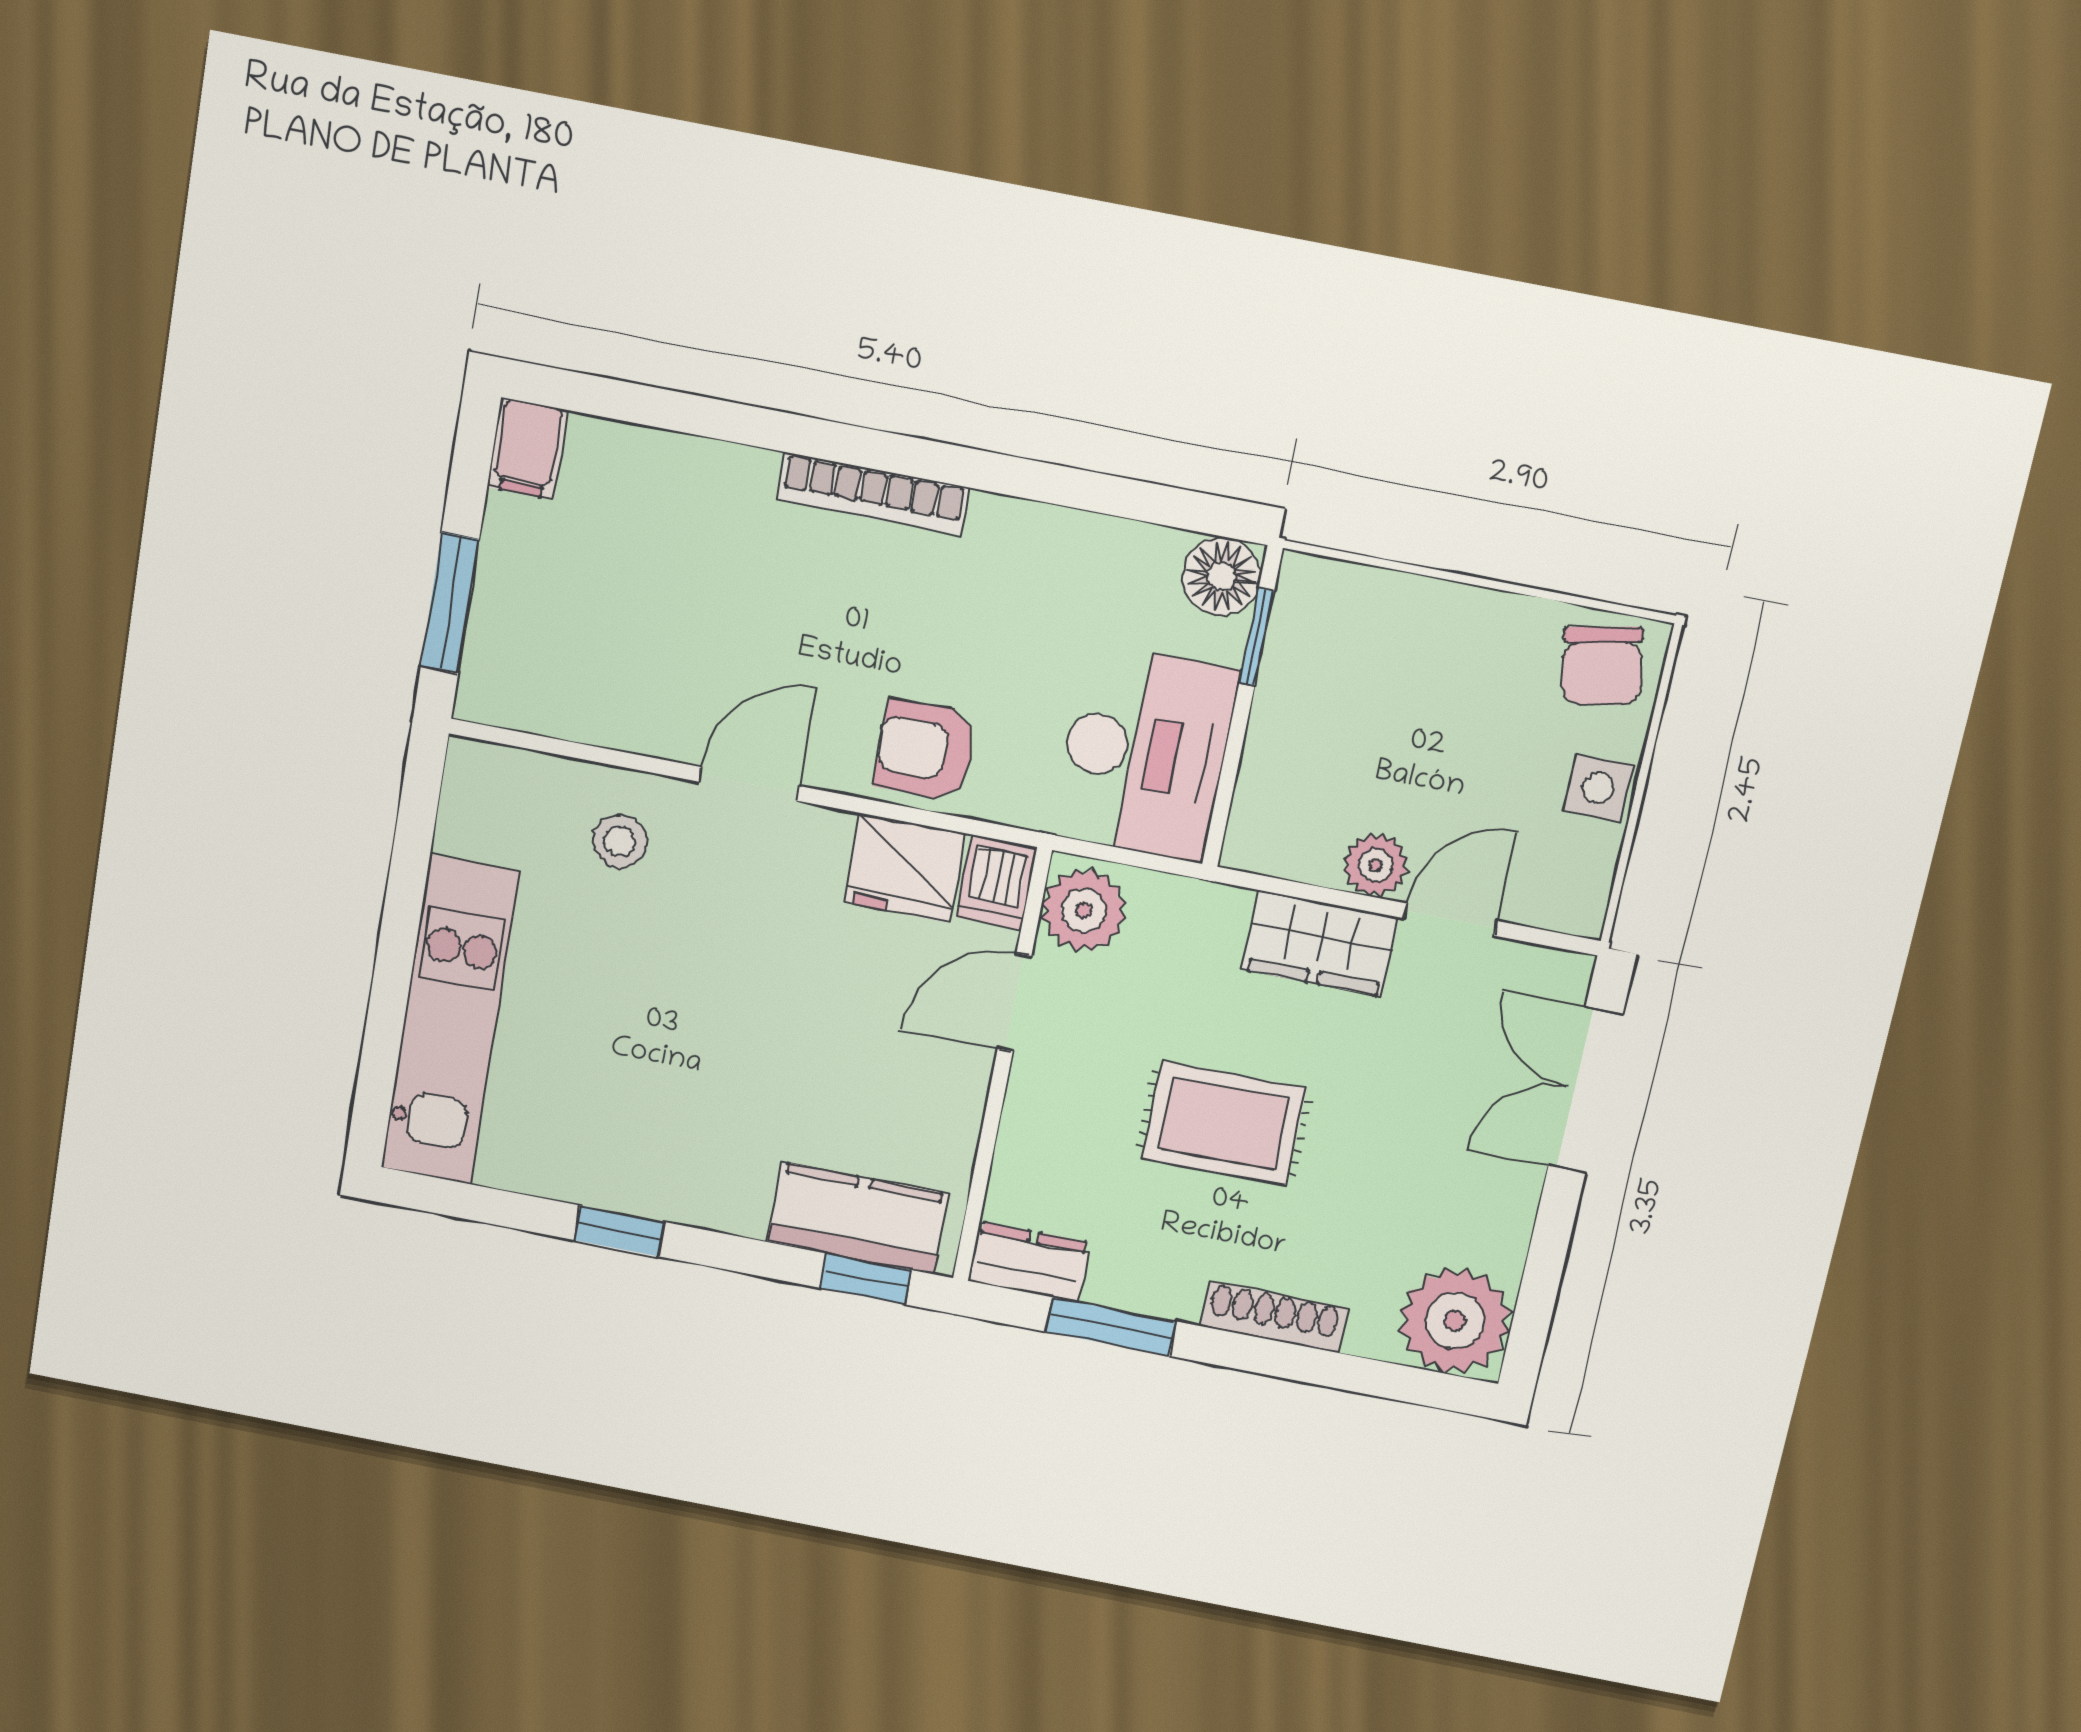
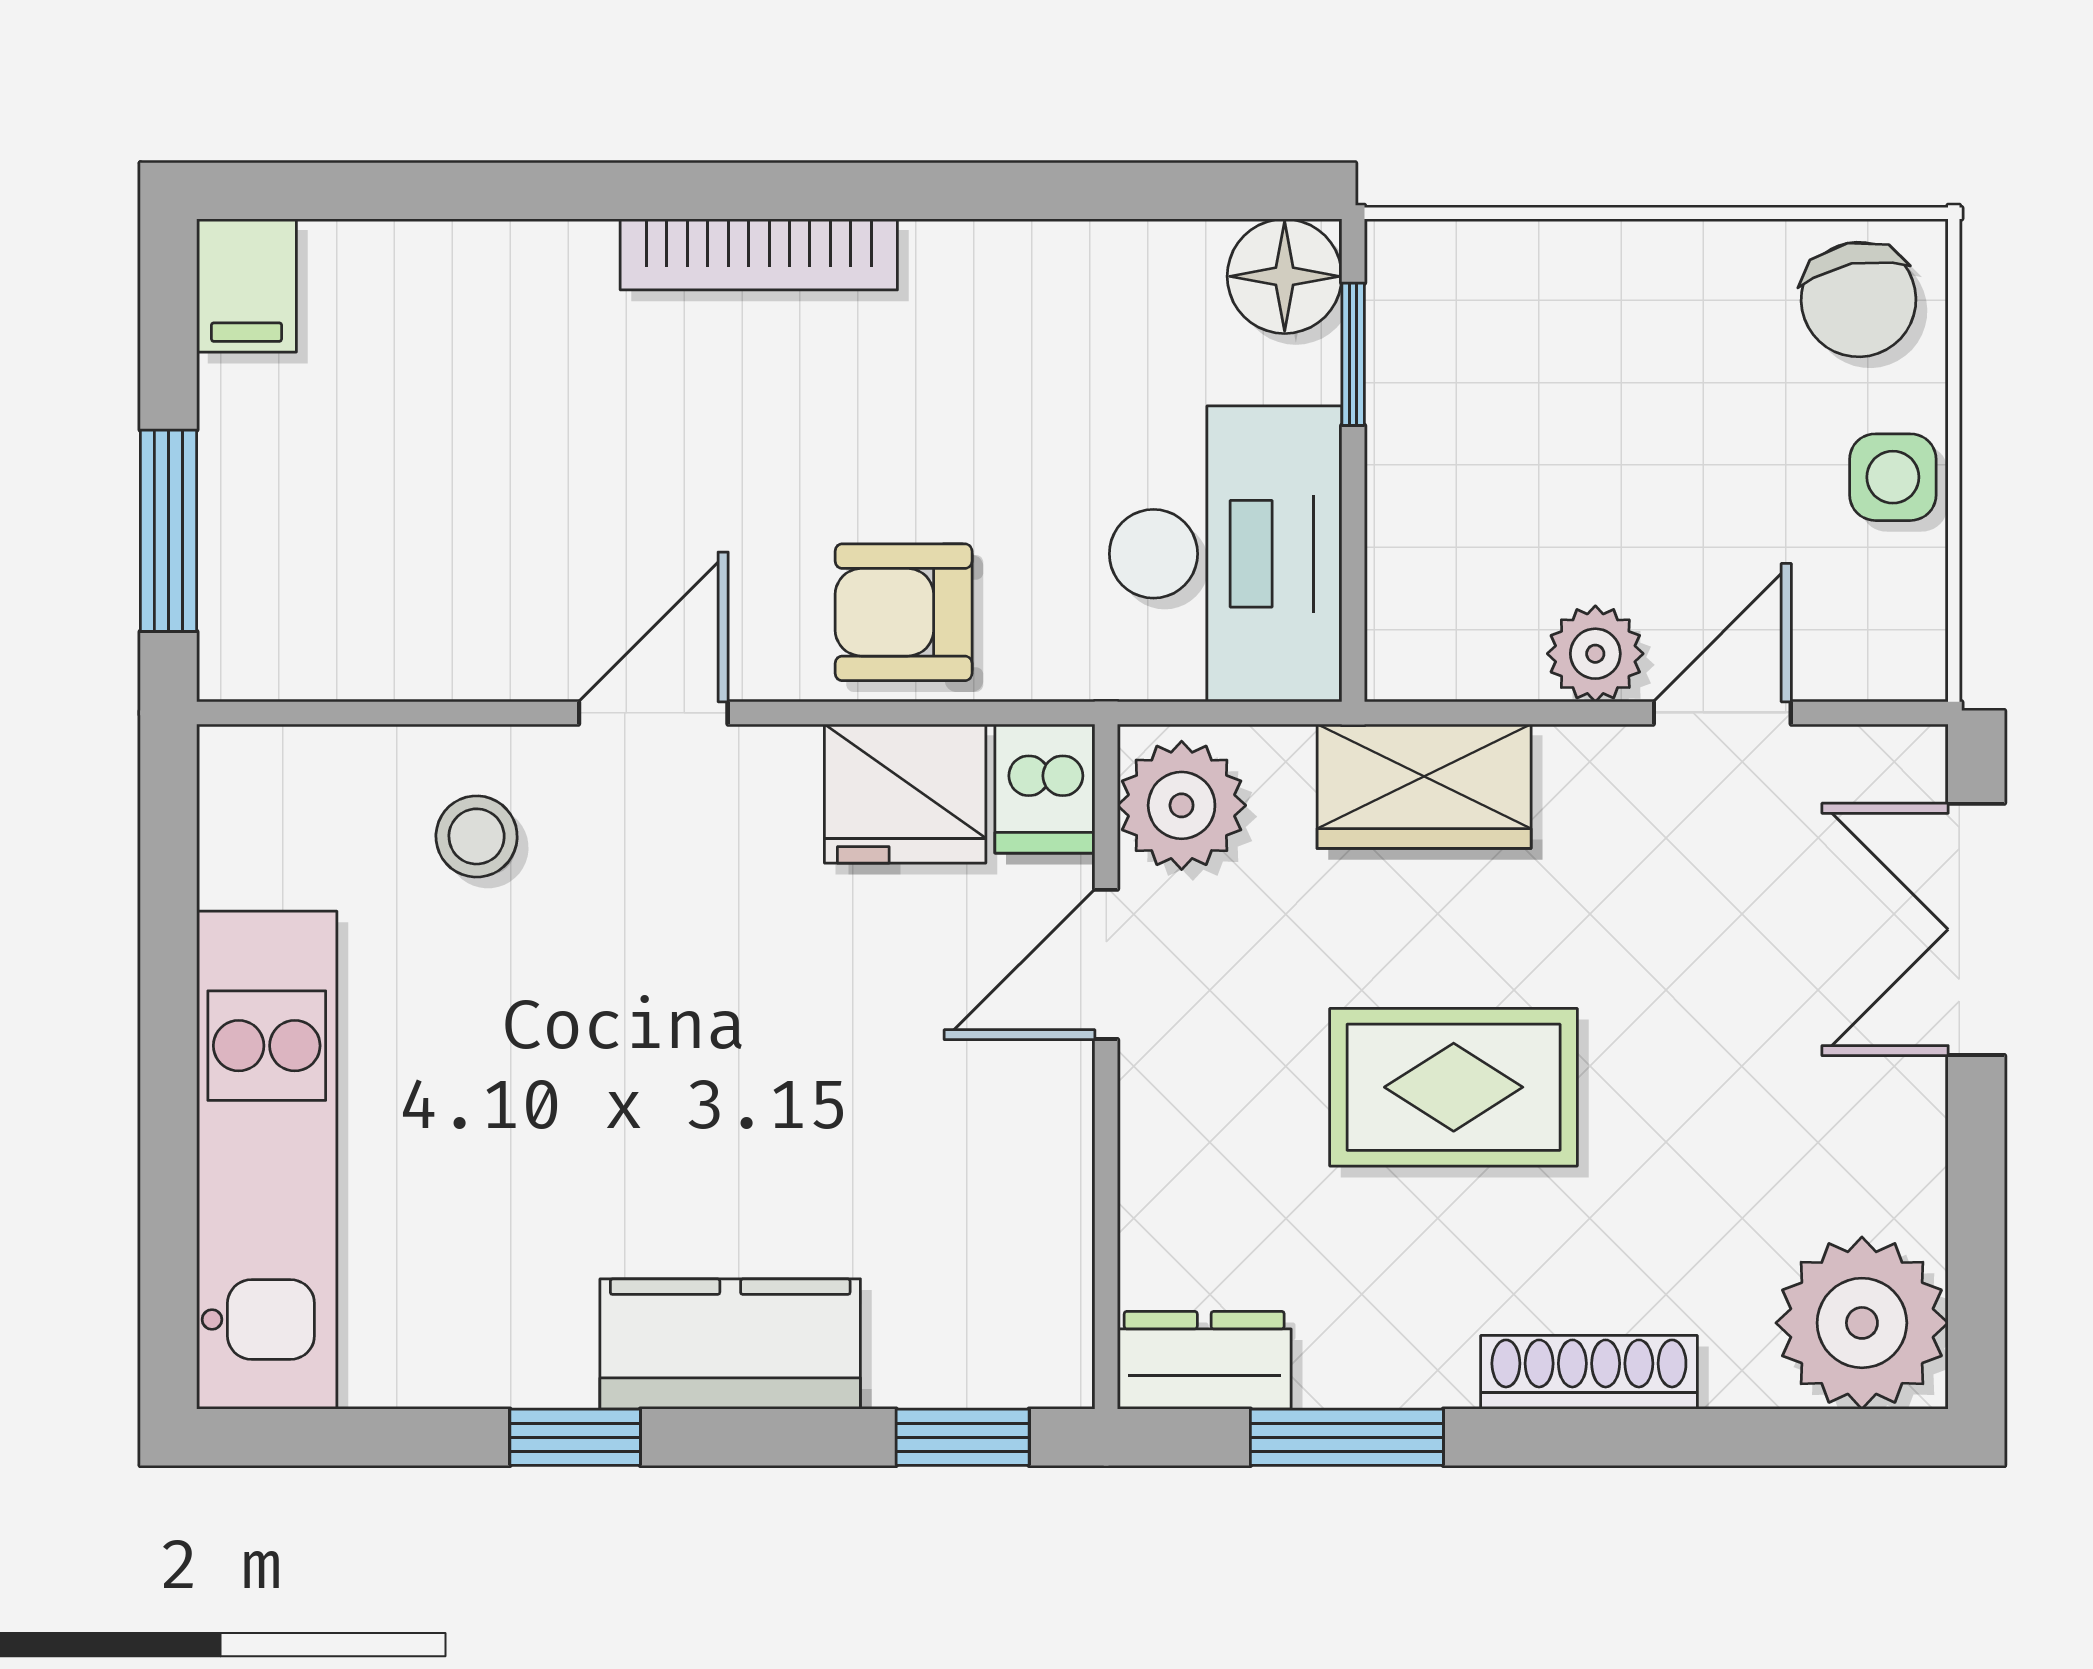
wardrobe: (1320, 943) -> (1424, 786), moved
kitchen counter: (858, 1218) -> (730, 1344), moved

